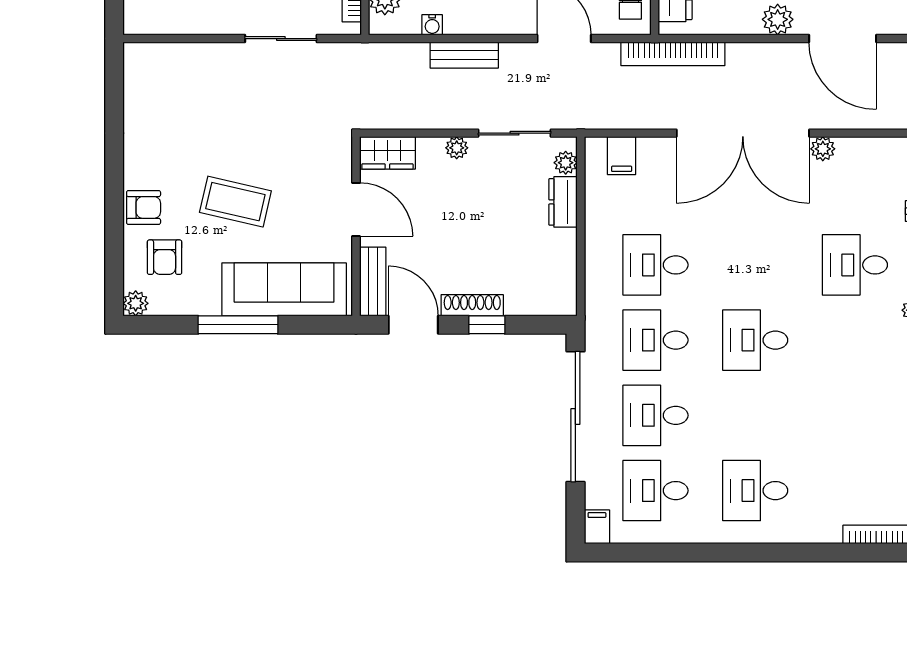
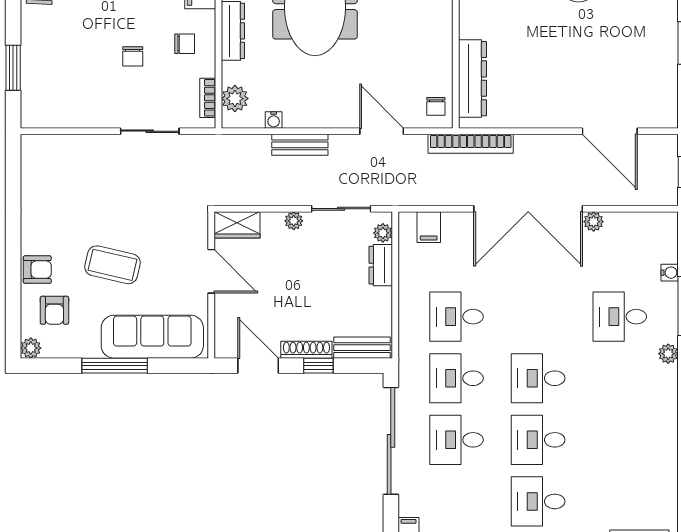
plant: (778, 19) -> (557, 116), removed
bench: (373, 281) -> (362, 348), moved, turned 90
desk: (656, 491) -> (538, 440), moved

